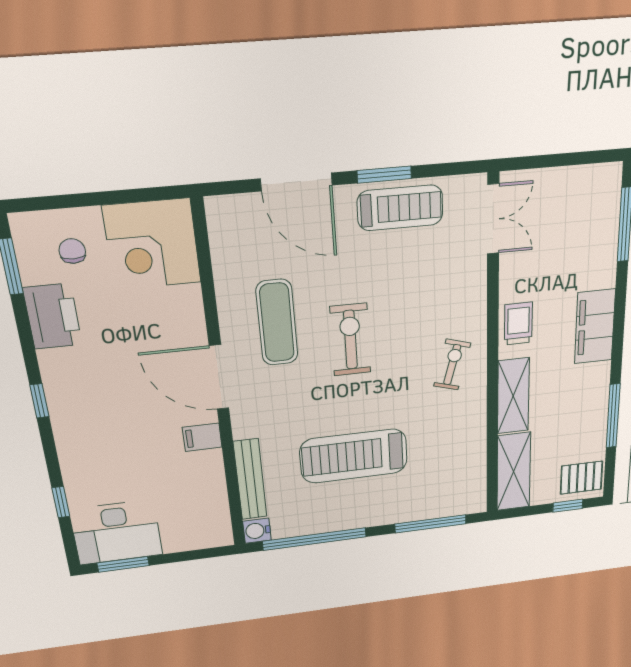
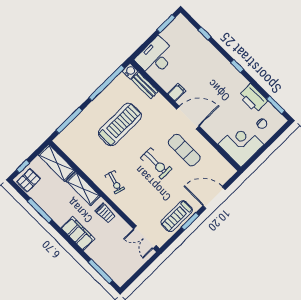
bench: (250, 479) -> (145, 85), width x0.73
desk: (116, 532) -> (156, 57), moved

